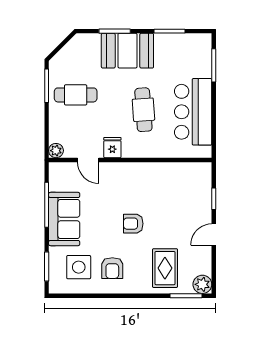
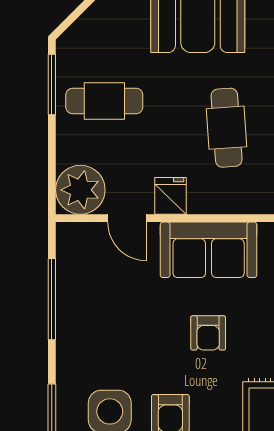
plant: (56, 151) -> (80, 190), width x1.88, depth x1.88
sofa: (64, 219) -> (209, 250), moved, turned 90
armchair: (133, 224) -> (208, 333), turned -90

